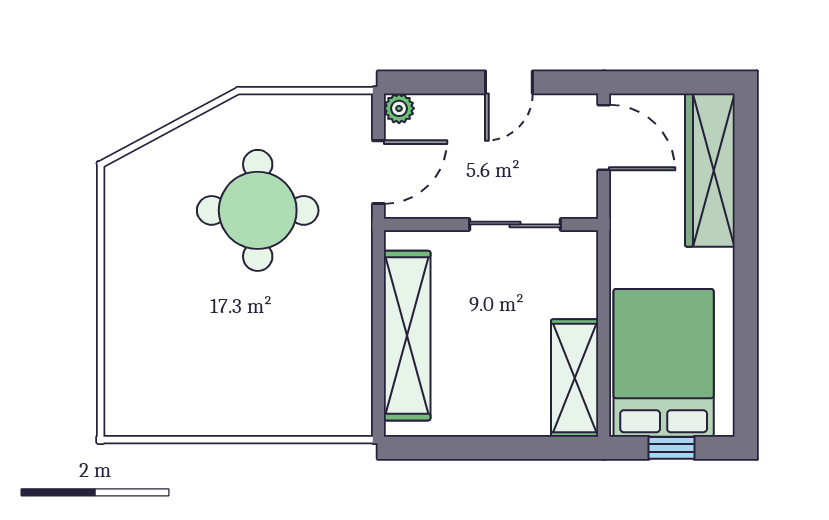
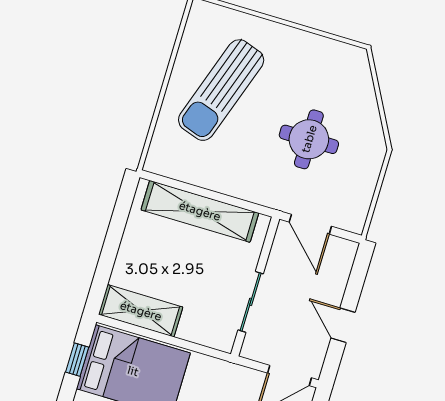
plant: (399, 108) -> (347, 250), removed
round table: (258, 210) -> (309, 139), width x0.73, depth x0.73
sun lounger: (225, 357) -> (221, 90), added

